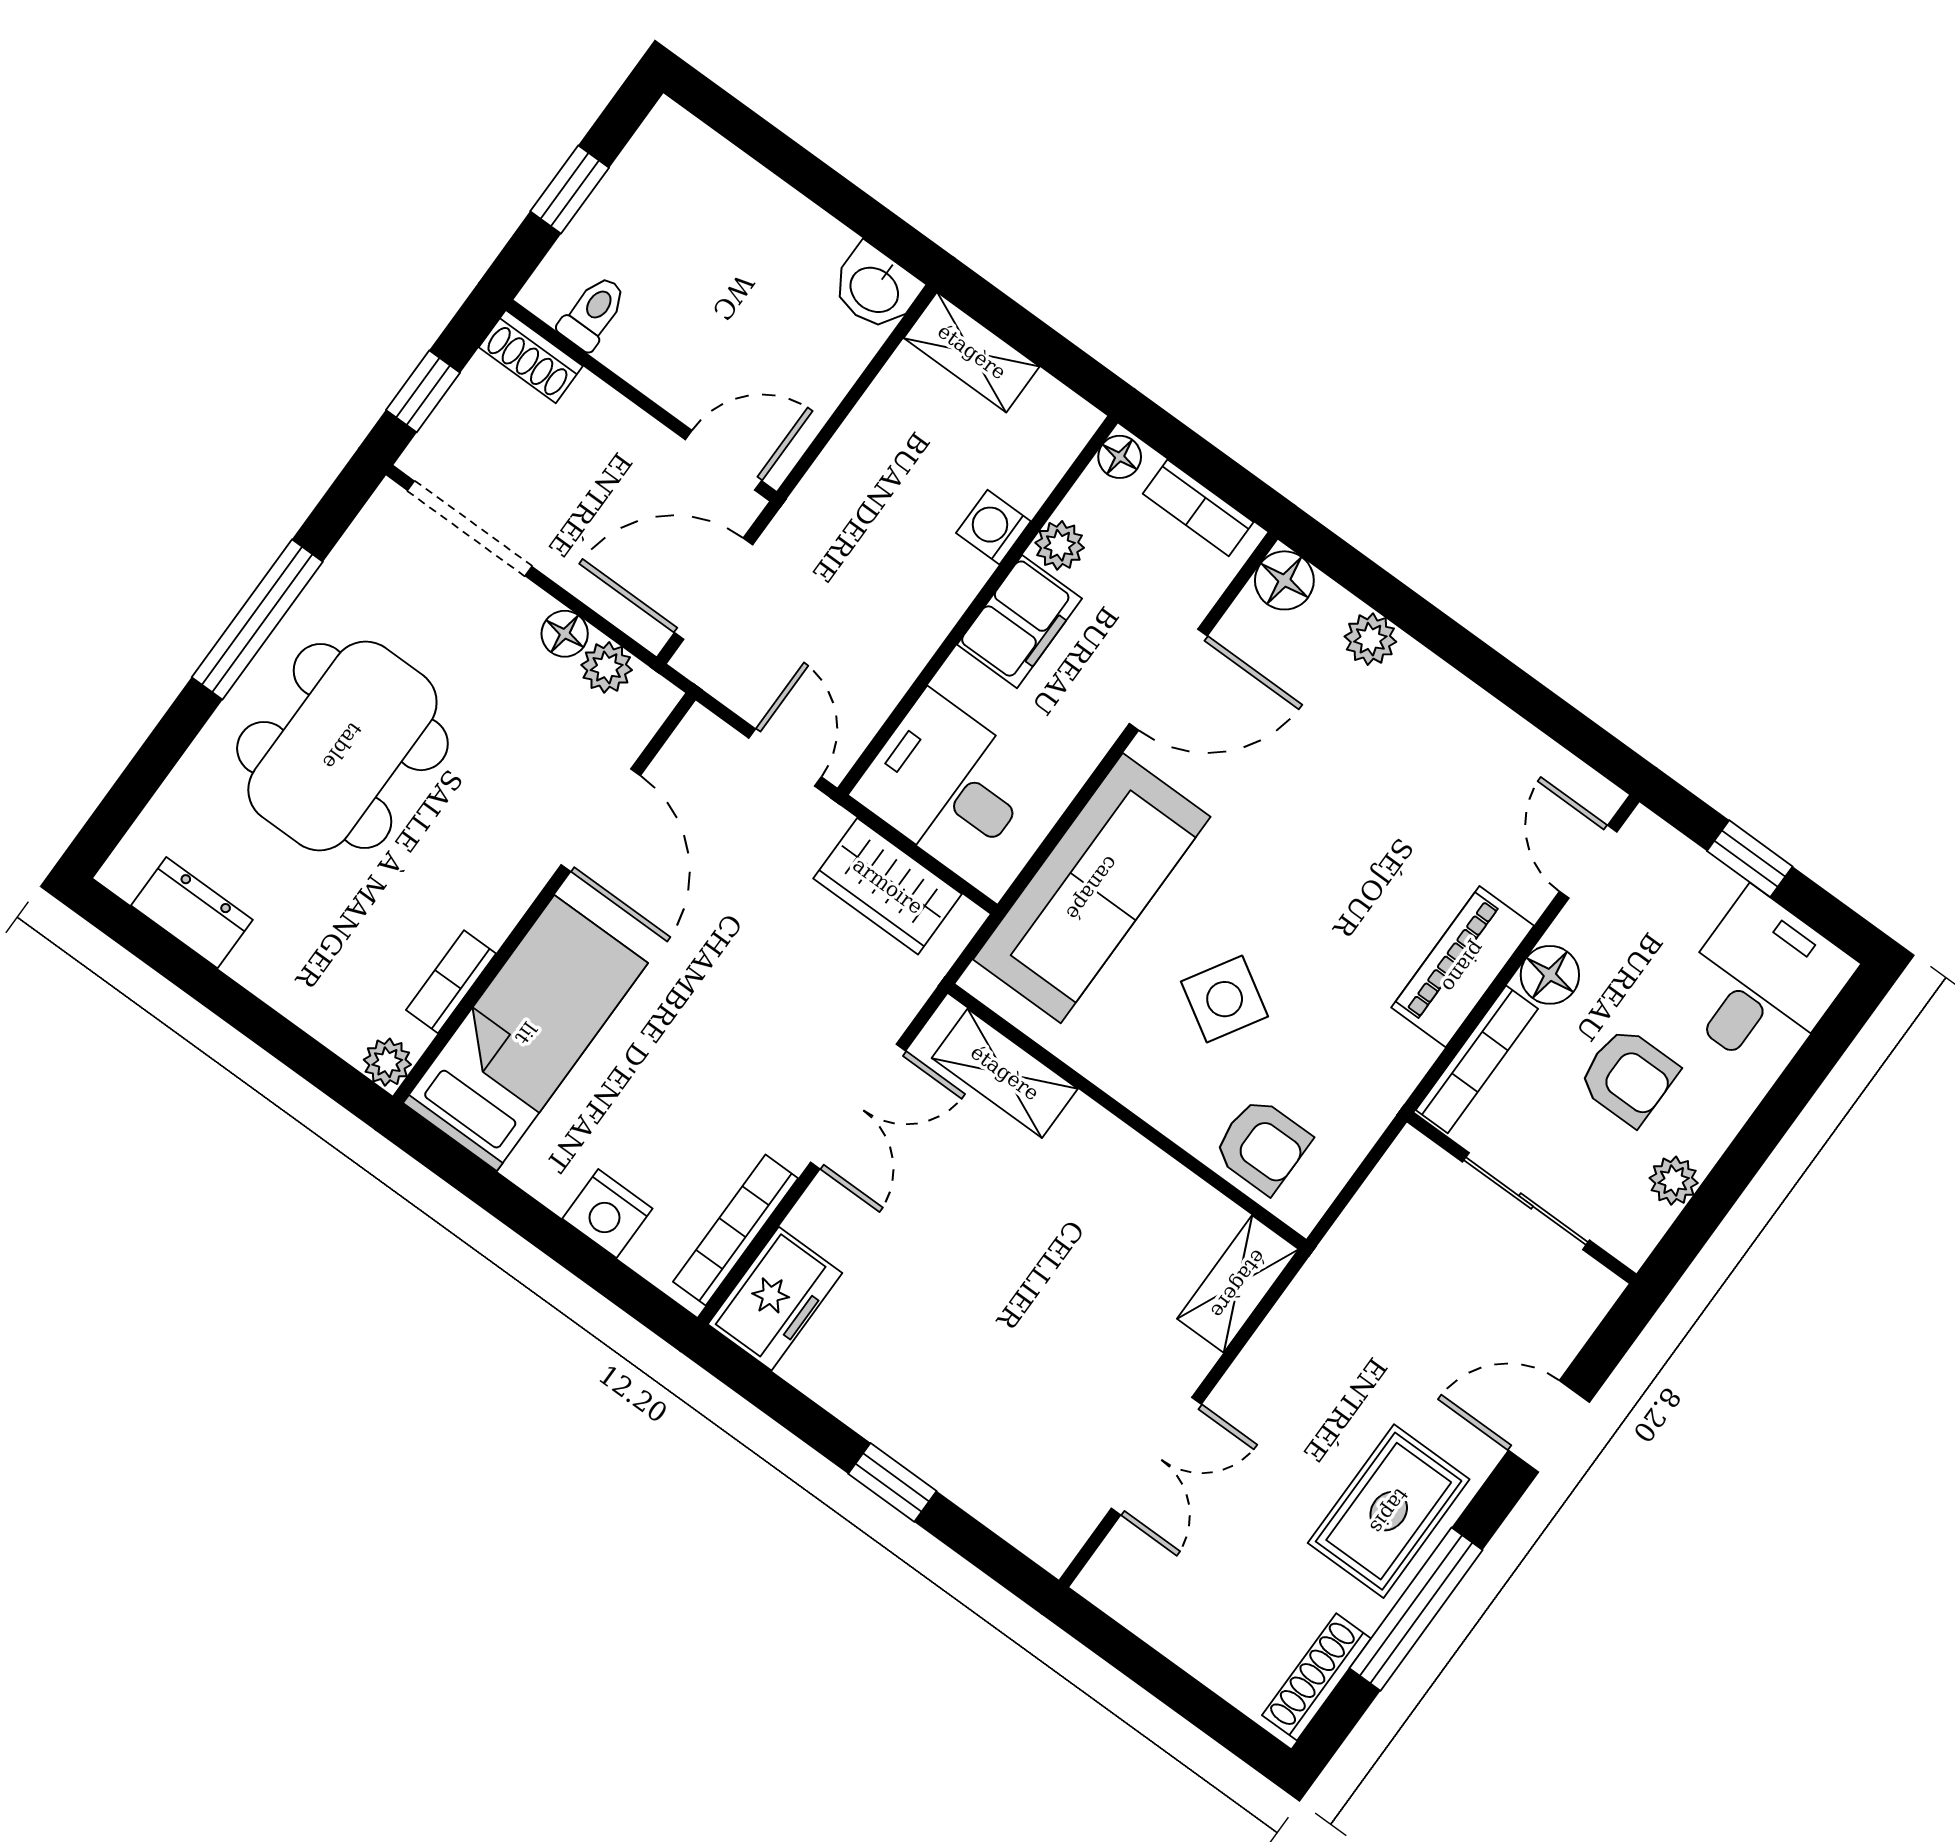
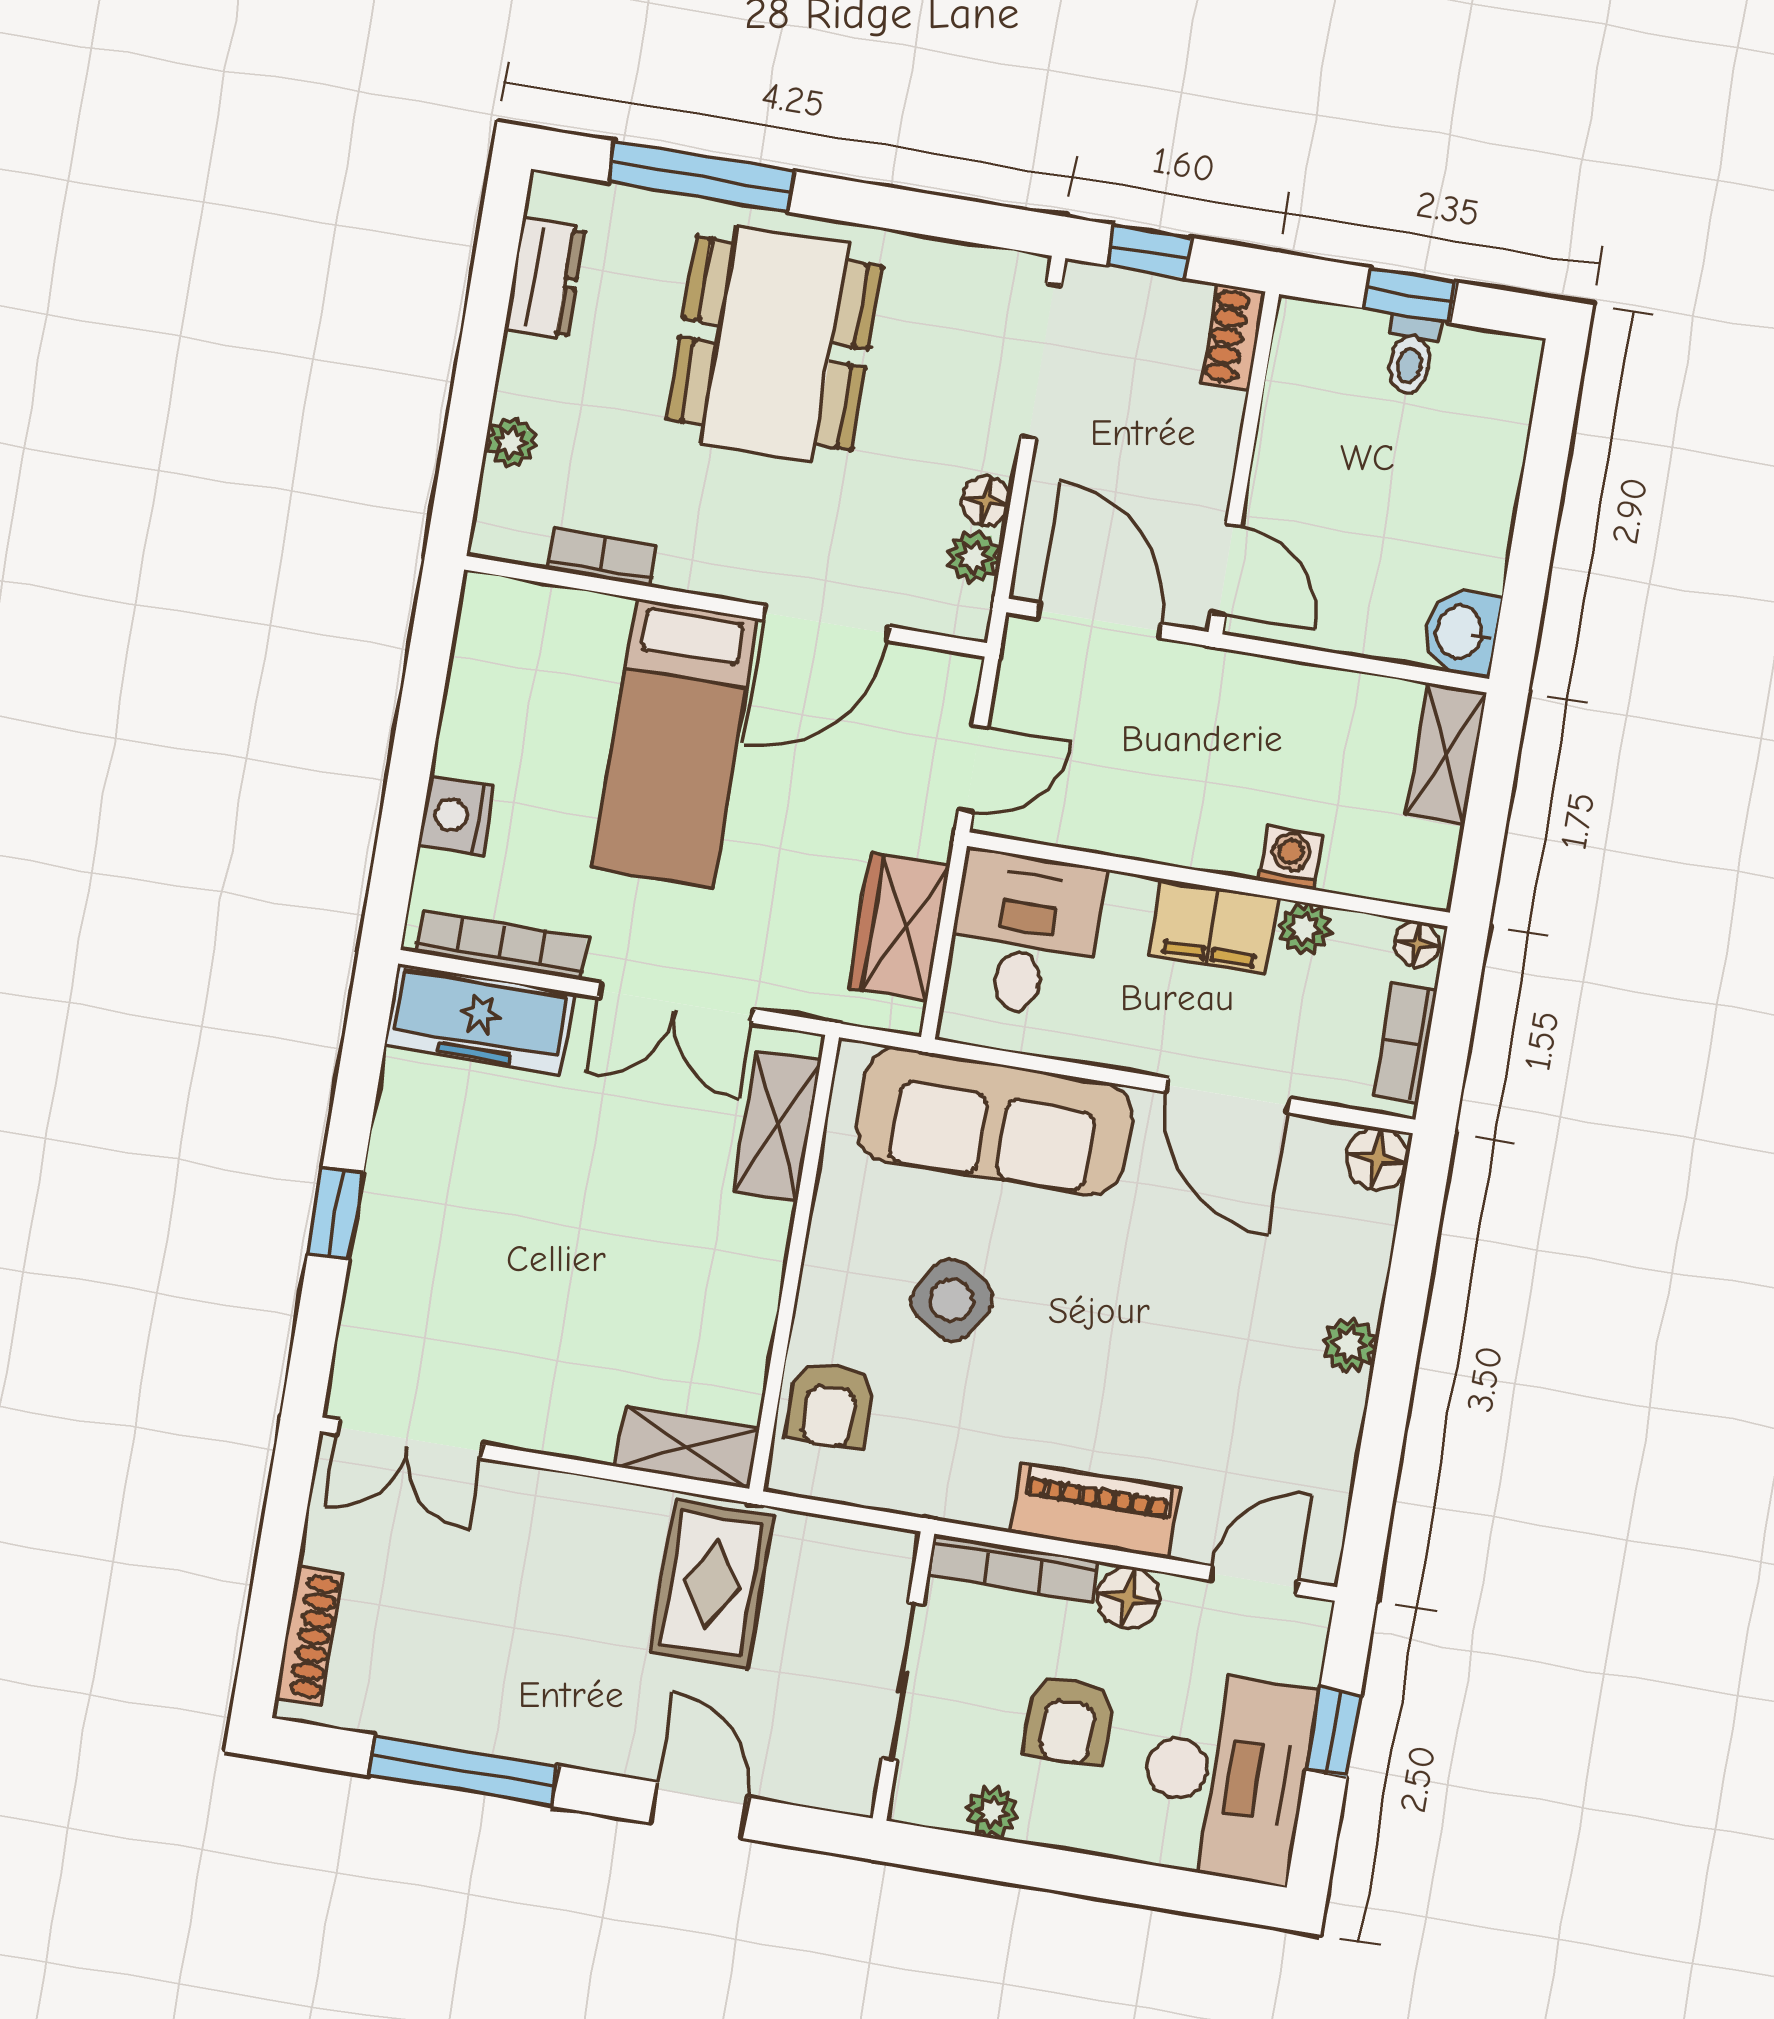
toilet: (593, 313) -> (1411, 355), moved, turned 90
window: (257, 620) -> (702, 177), moved
plant: (1370, 639) -> (1350, 1345), moved
dining table: (342, 746) -> (774, 343), turned 90
desk: (1762, 983) -> (1226, 1776), width x1.37
bed: (526, 1033) -> (675, 743), moved, turned 90
plant: (387, 1062) -> (511, 442), moved
freezer: (775, 1299) -> (480, 1019), width x1.40
double door: (1156, 1456) -> (410, 1439), moved
rug: (1389, 1511) -> (712, 1584), moved, turned 90
shoe rack: (1317, 1677) -> (309, 1636), moved, turned 90

